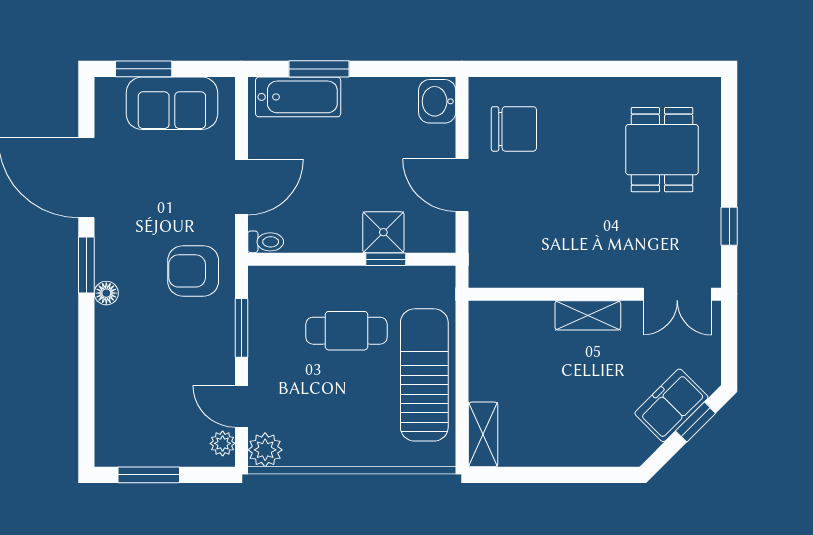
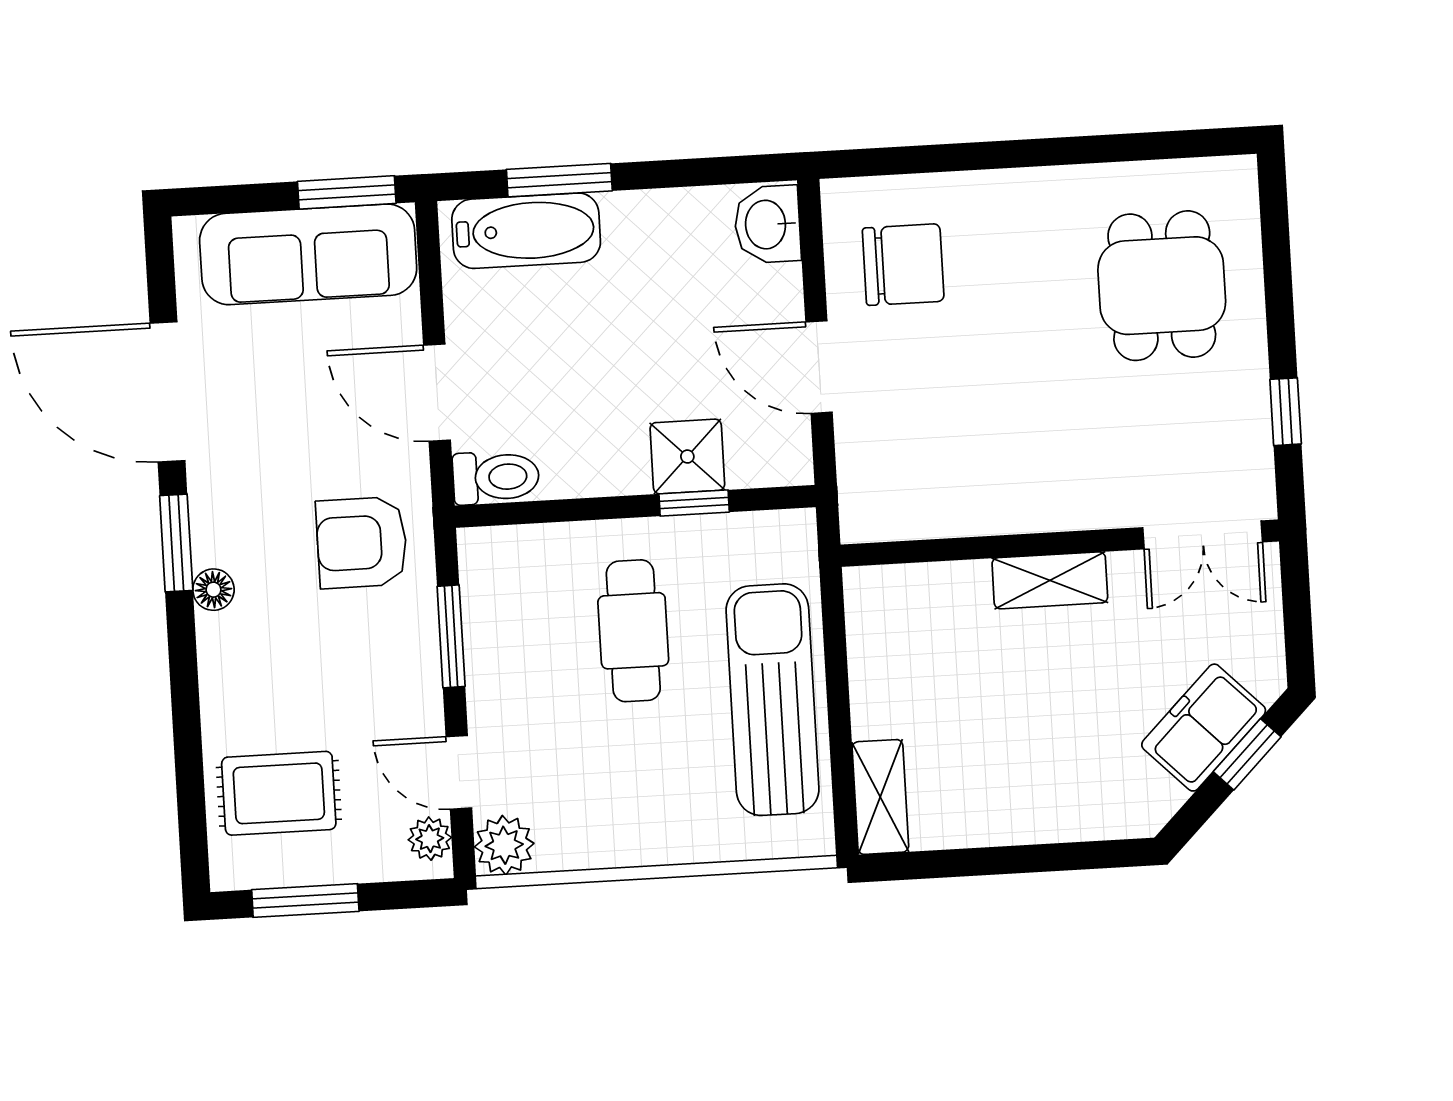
window: (144, 69) -> (347, 192), moved
sofa: (172, 103) -> (308, 254), width x1.36
door: (241, 187) -> (437, 393), swing flipped
toilet: (266, 242) -> (496, 477), width x1.37, depth x1.39
cafe table: (347, 331) -> (633, 631), turned 90
rug: (137, 412) -> (279, 793), added

